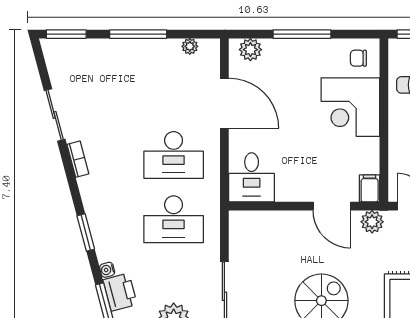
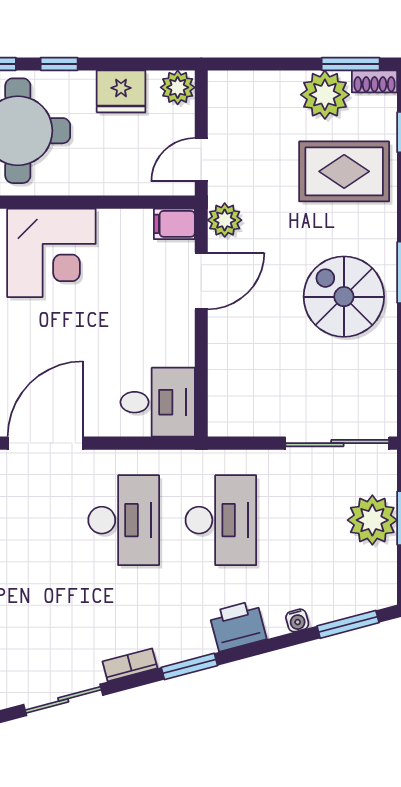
window: (86, 232) -> (189, 666), moved
printer: (120, 292) -> (238, 626), moved

